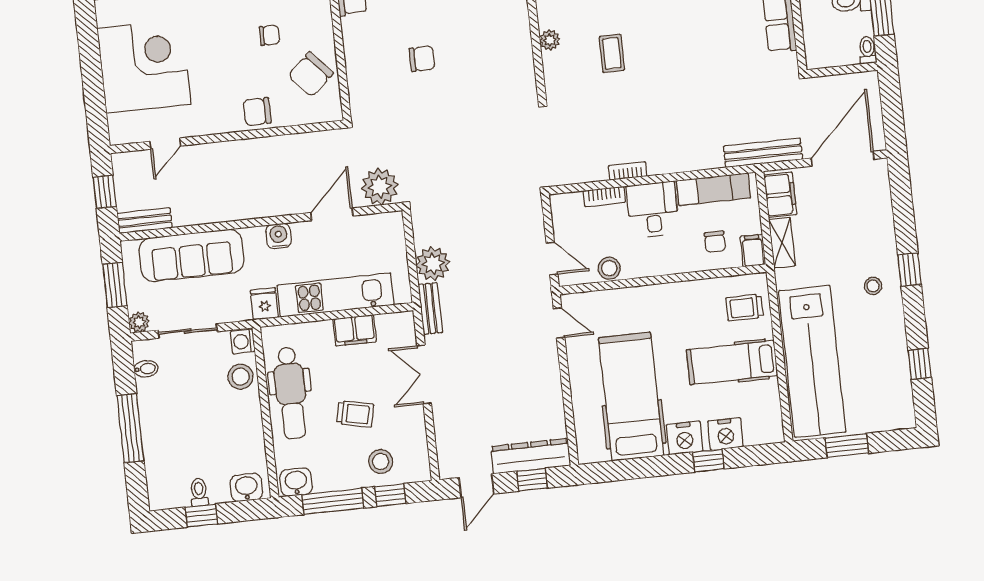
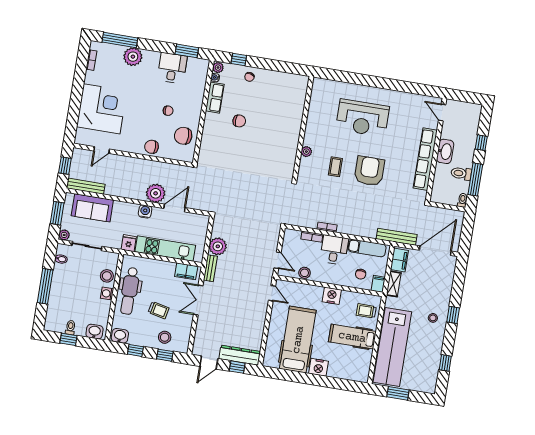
armchair: (678, 44) -> (369, 171), added
chair: (422, 59) -> (239, 121), moved
chair: (311, 74) -> (183, 136), turned 42
plant: (380, 187) -> (156, 193), moved
bench: (145, 221) -> (86, 186), width x1.36
sofa: (192, 255) -> (92, 208), width x0.73
filing cabinet: (355, 330) -> (186, 271), moved
washing machine: (243, 341) -> (107, 294), moved
nightstand: (726, 434) -> (332, 296), moved, turned 180
window: (708, 461) -> (327, 382), removed
window: (333, 501) -> (135, 350), width x0.46

